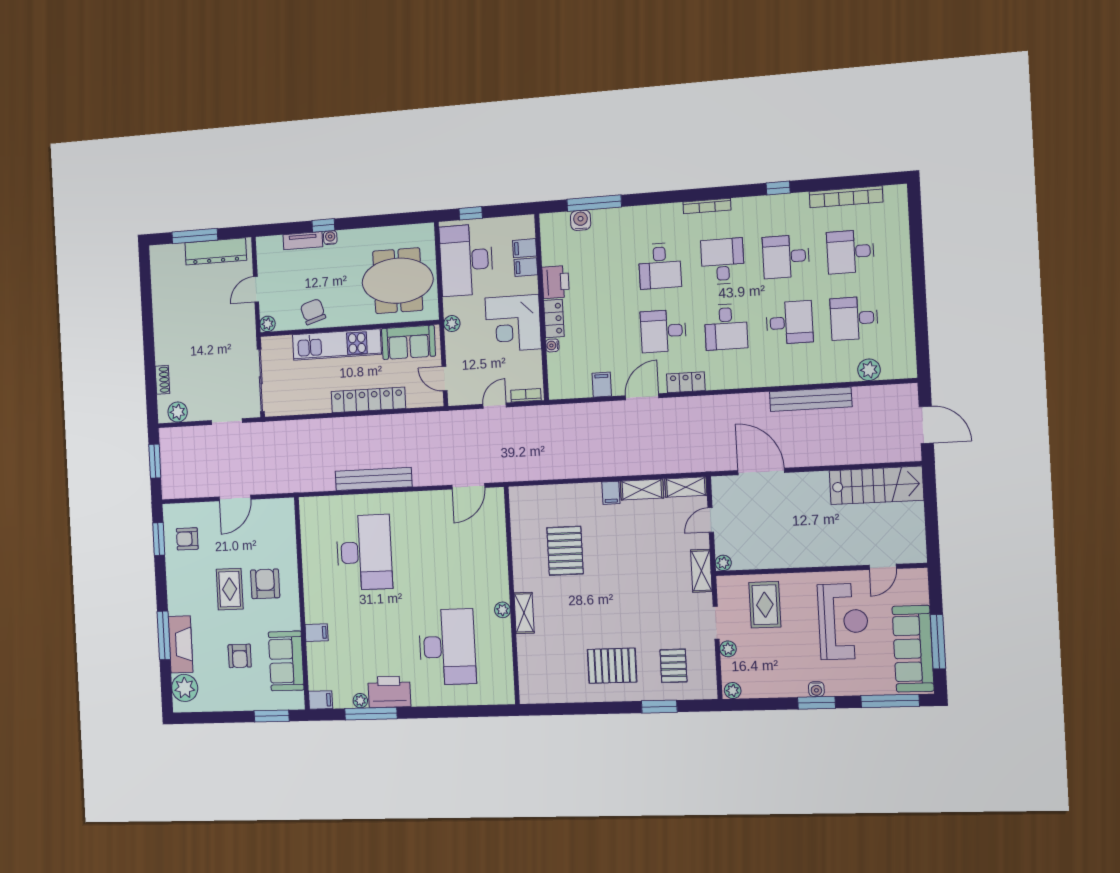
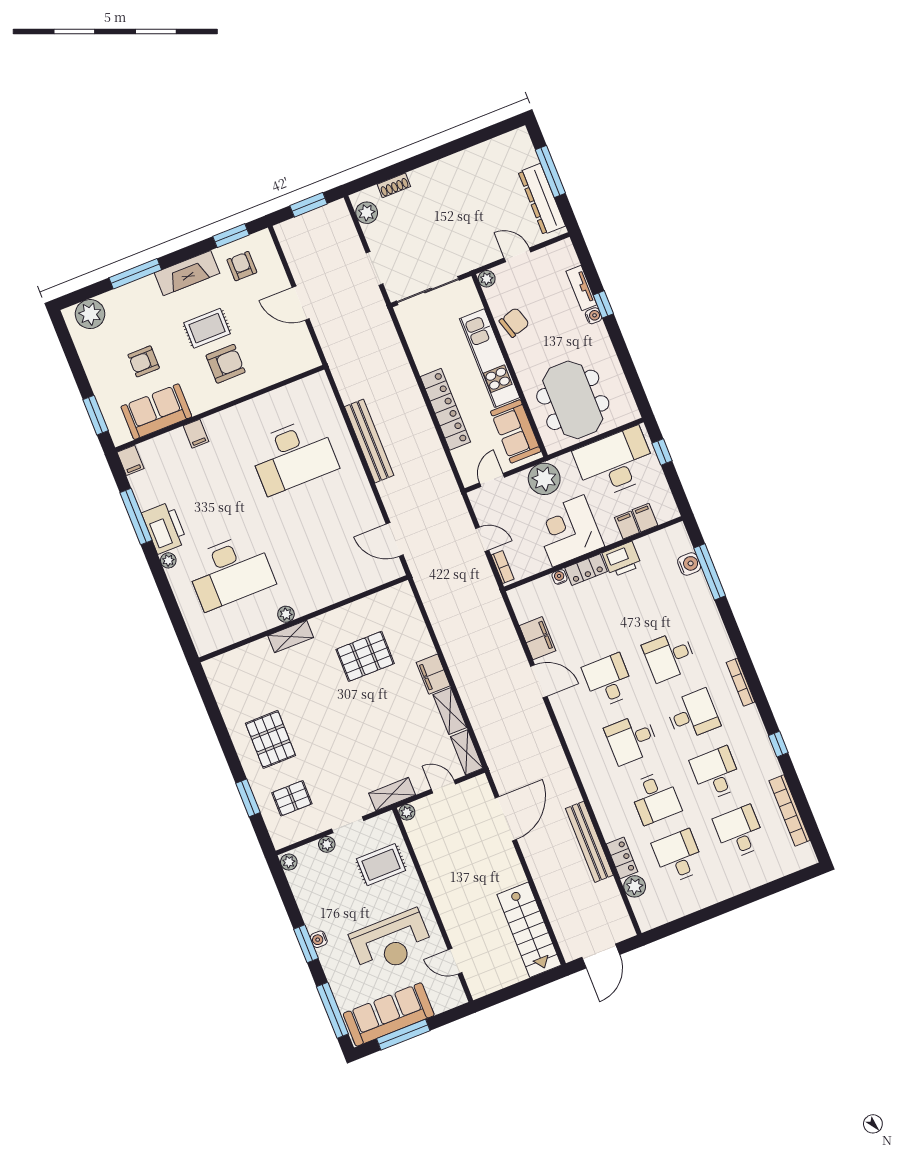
plant: (452, 324) -> (544, 479), width x1.87, depth x1.87
locker: (686, 382) -> (622, 858), moved
filing cabinet: (602, 385) -> (538, 638), width x2.00
filing cabinet: (611, 493) -> (433, 674), width x2.00
fireplace: (181, 644) -> (187, 273), moved
plant: (360, 701) -> (168, 560), moved

